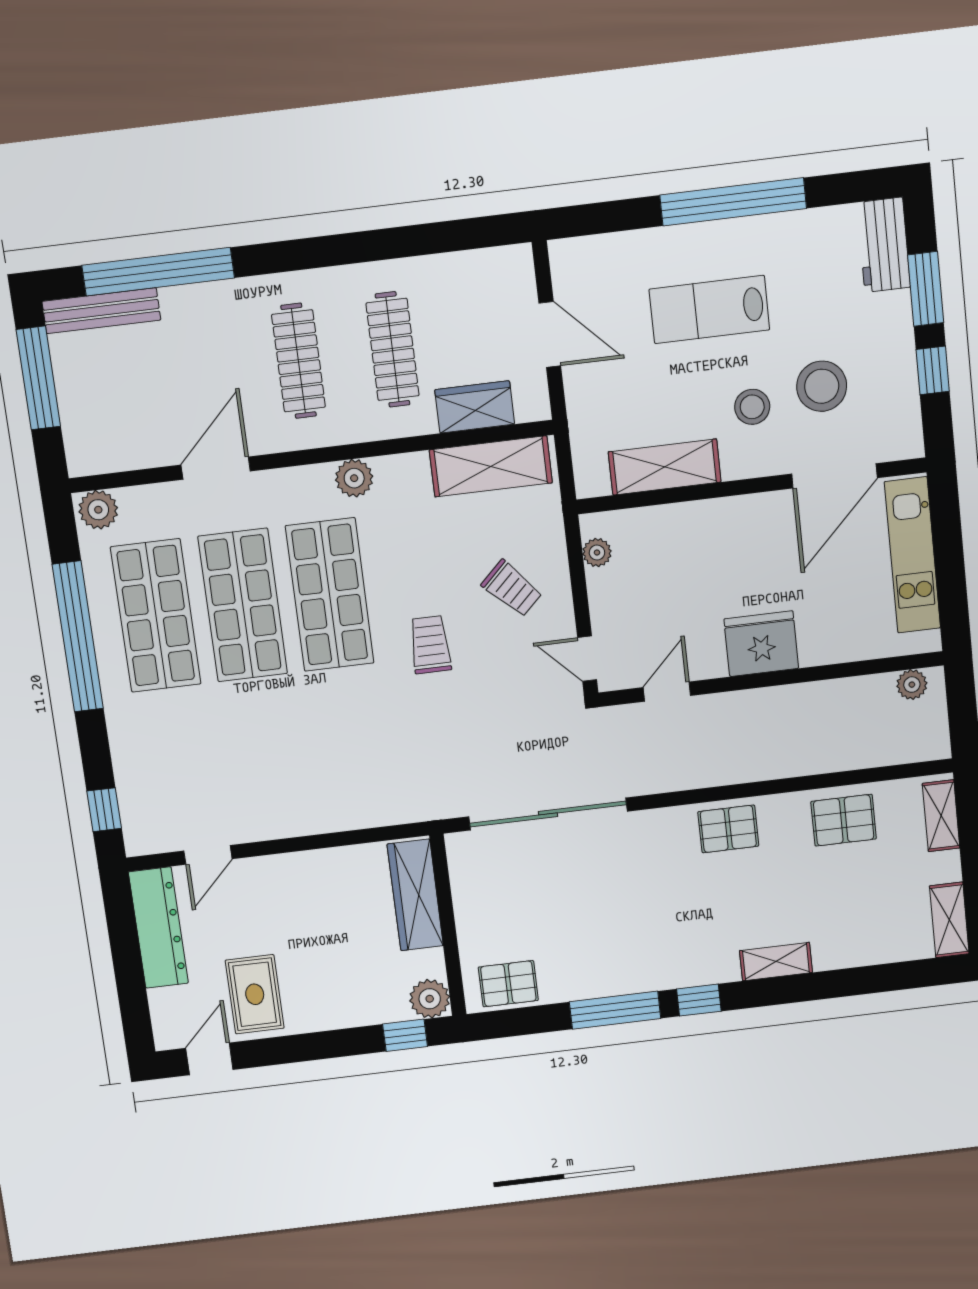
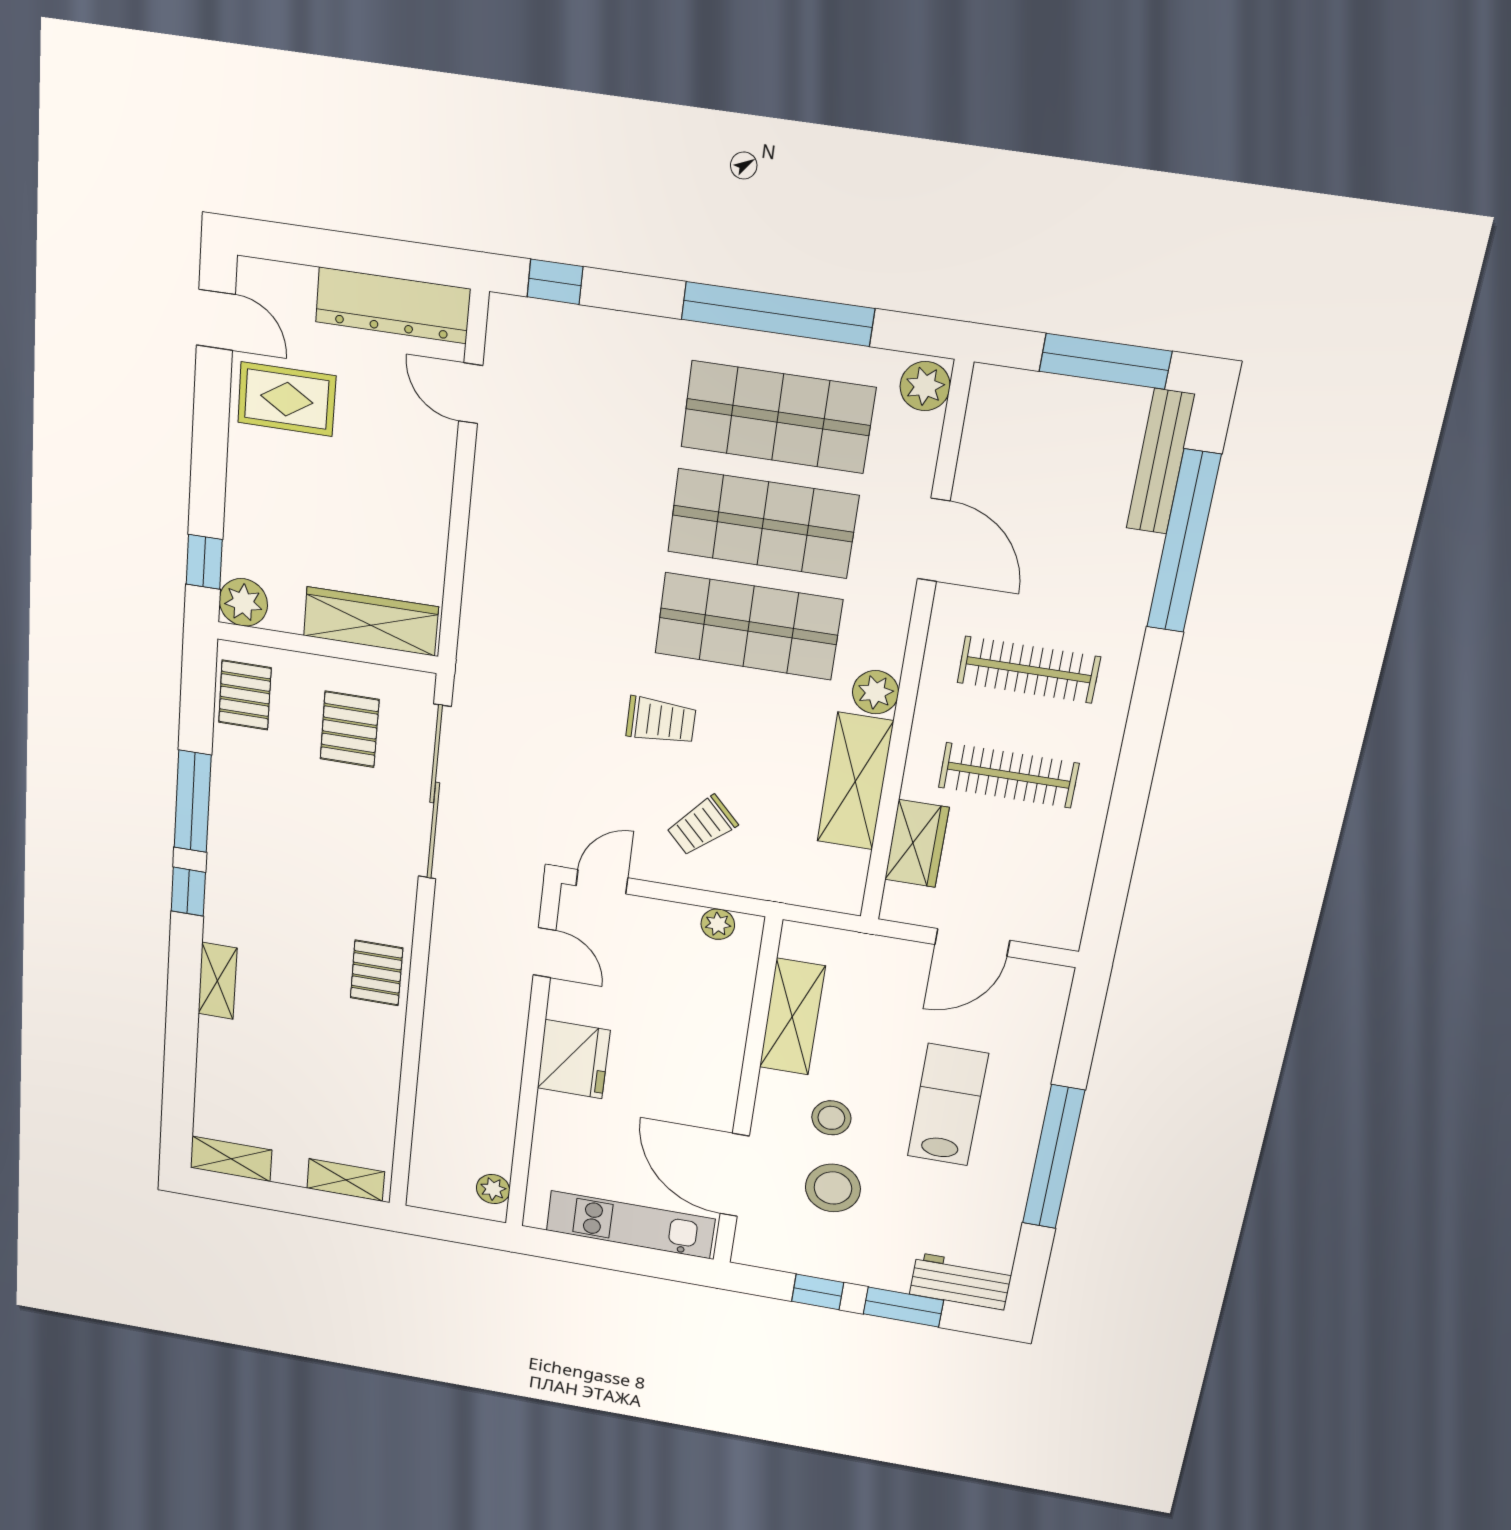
shelving: (491, 466) -> (855, 781), moved
pallet: (844, 820) -> (350, 729), moved

